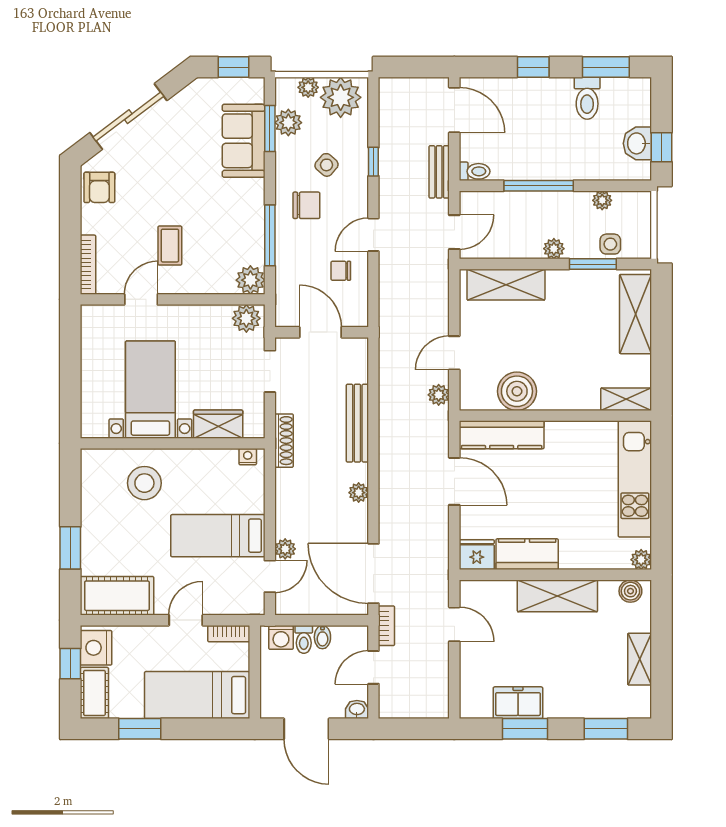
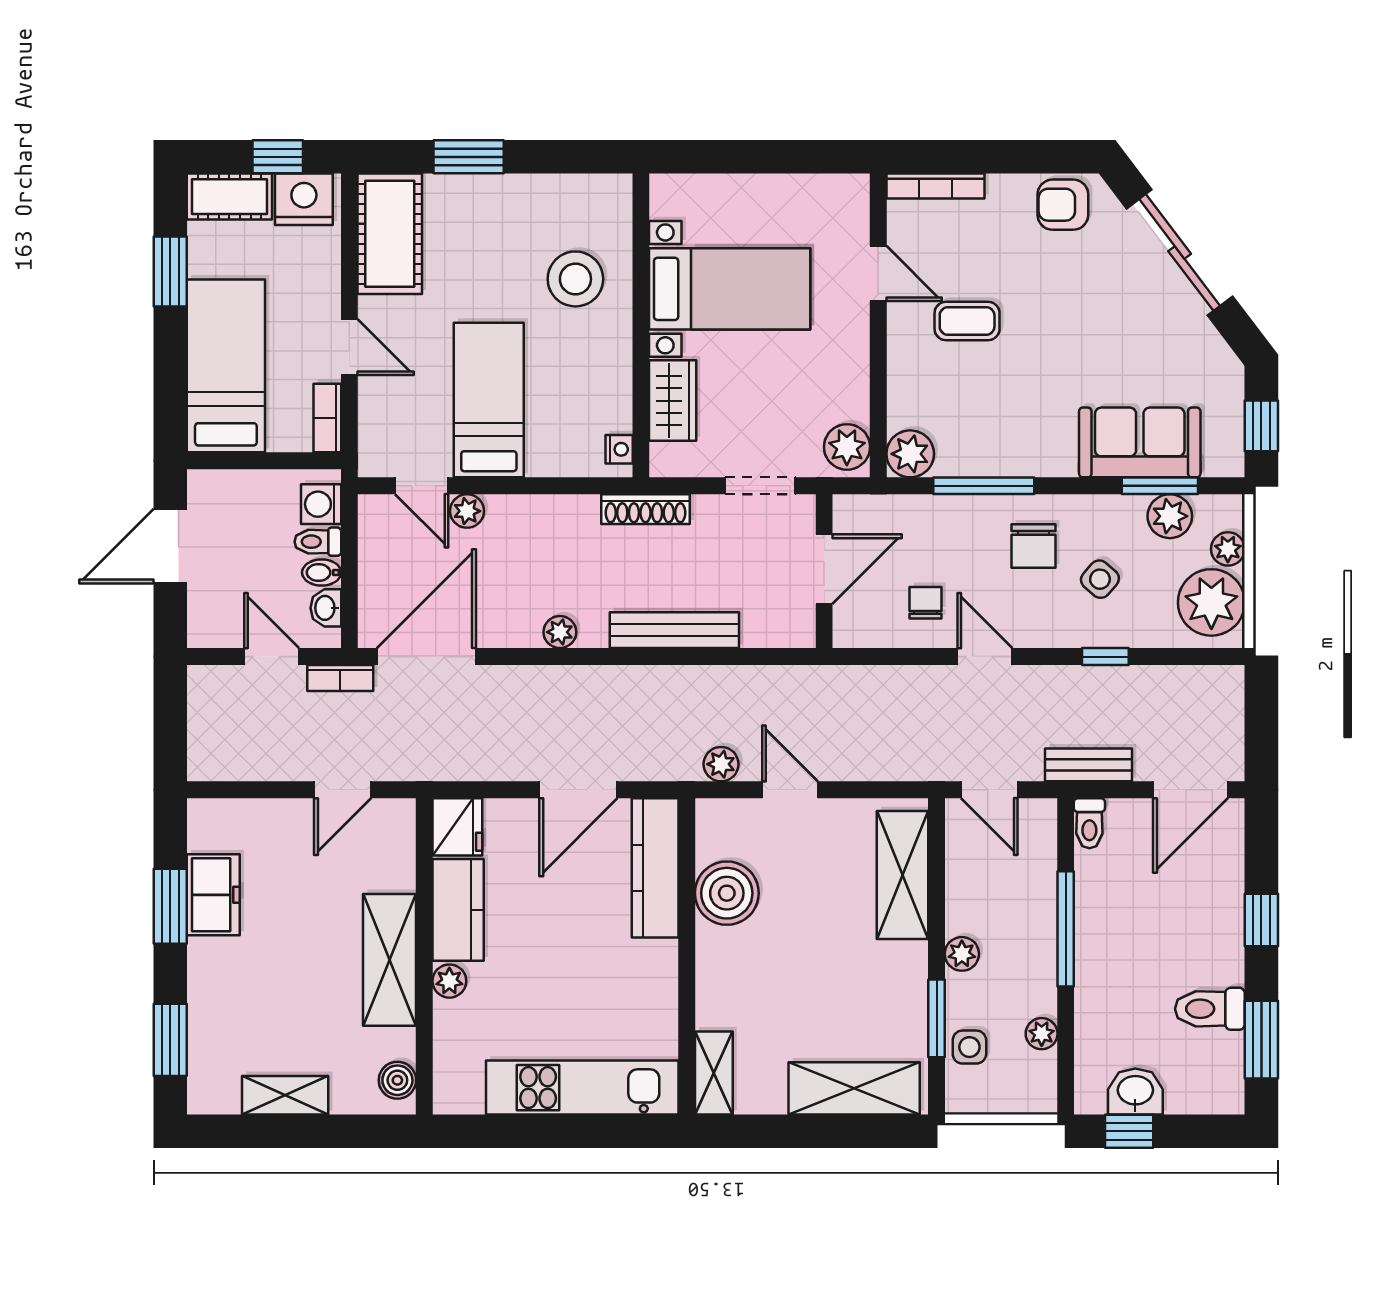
plant: (641, 560) -> (449, 981), moved
washbasin: (357, 709) -> (326, 608), moved, turned 180

